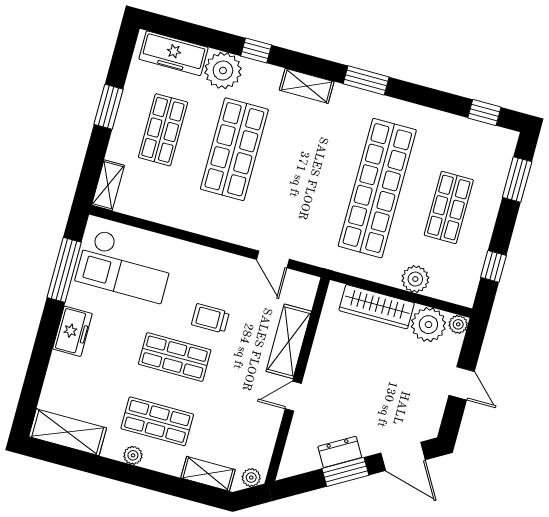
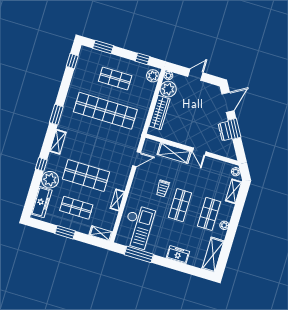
shelving: (182, 219) -> (117, 200), added
plant: (415, 279) -> (153, 76), moved
freezer: (72, 331) -> (178, 255), moved

